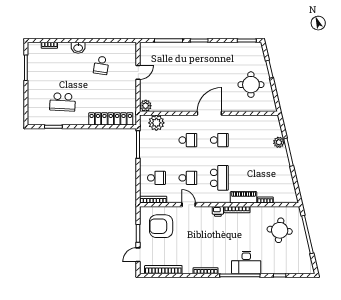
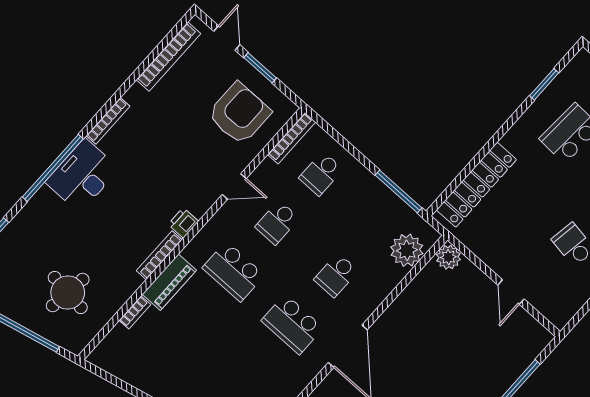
school desk: (219, 140) -> (292, 324), width x1.85
desk: (246, 262) -> (82, 175), moved

